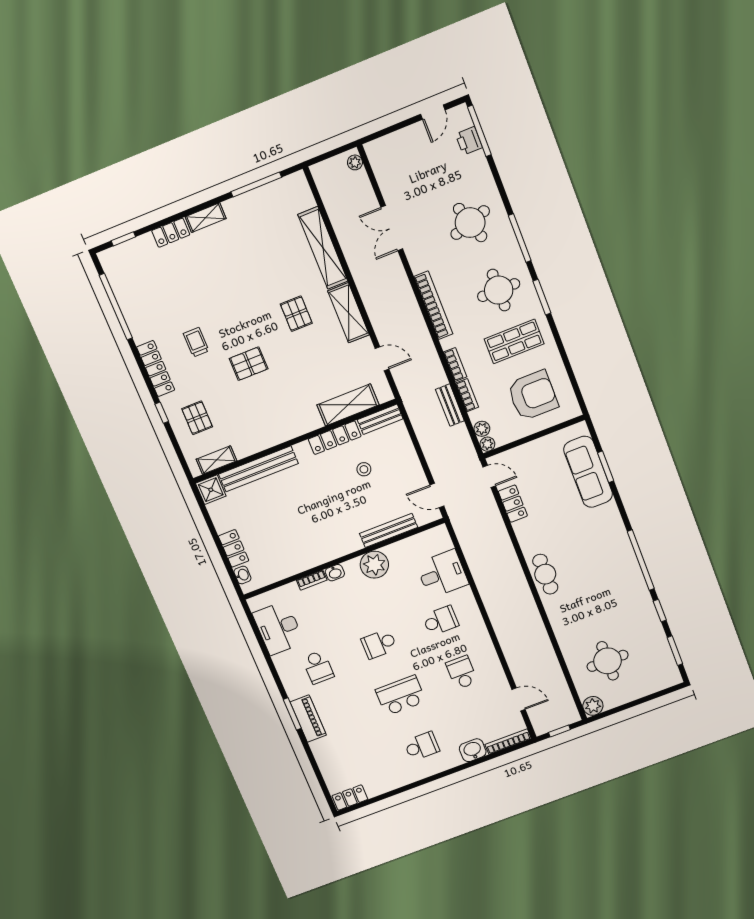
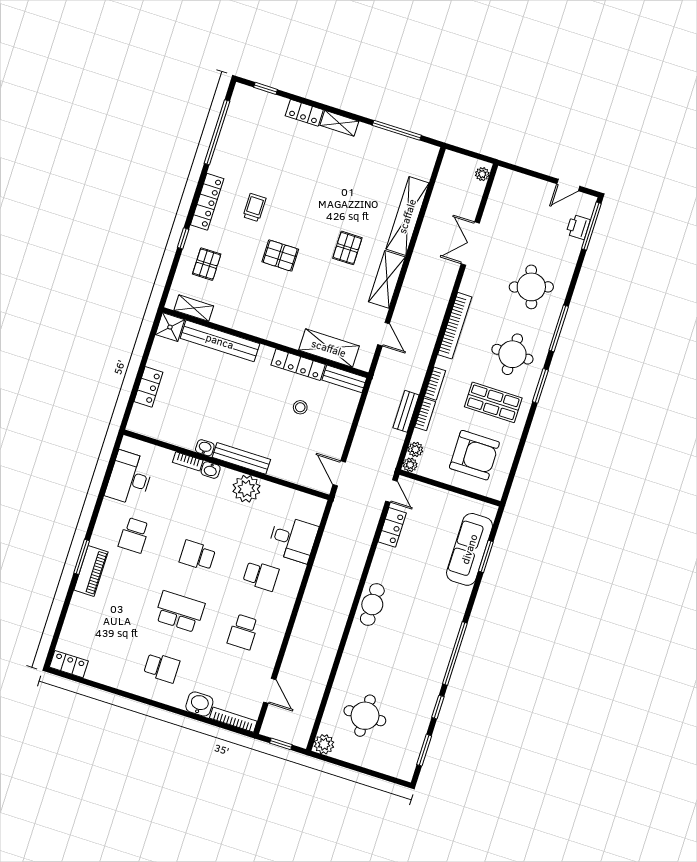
bench: (389, 530) -> (241, 458), moved
washbasin: (242, 575) -> (205, 448), moved, turned -90
school desk: (462, 672) -> (243, 632), turned 180

